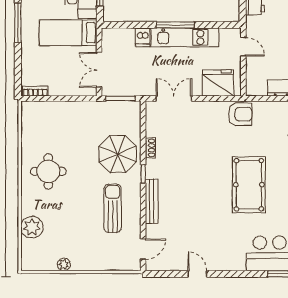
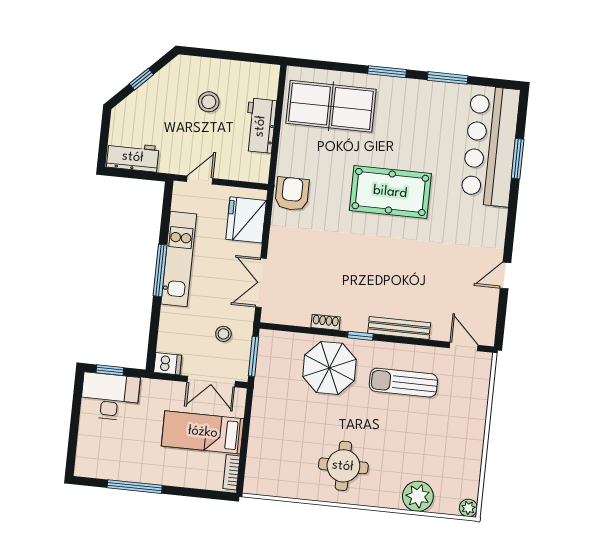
bed: (68, 33) -> (203, 432), moved, turned 90
dishwasher: (143, 37) -> (168, 364), moved
stool: (134, 75) -> (223, 334), added
plant: (64, 264) -> (468, 508), moved

